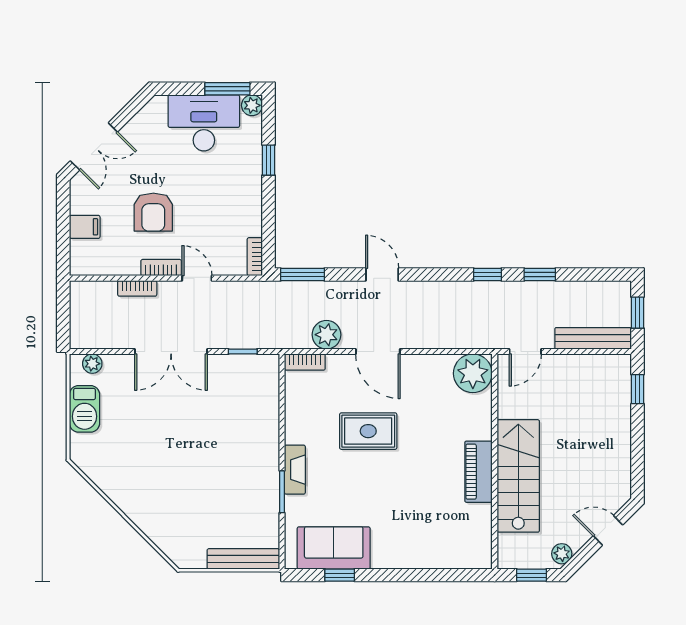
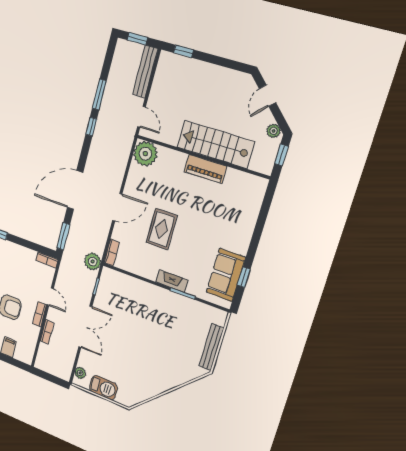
door: (382, 274) -> (75, 190), width x1.88
window: (540, 274) -> (99, 95), width x1.50
door: (197, 278) -> (50, 297), swing flipped
plant: (326, 335) -> (93, 261), moved
bench: (243, 559) -> (211, 347), moved

